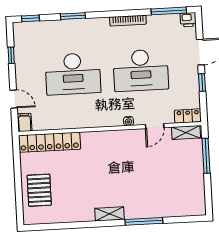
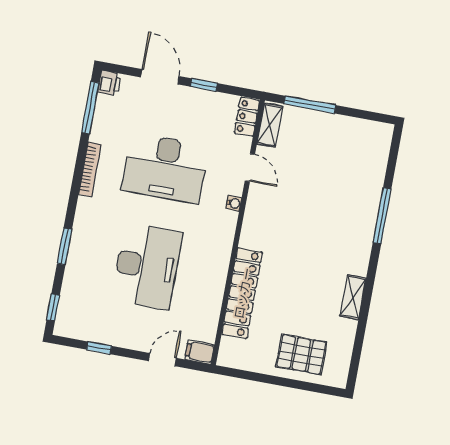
desk: (141, 70) -> (165, 168), turned 90
locker: (49, 142) -> (242, 293), moved
shelving: (109, 214) -> (353, 297), moved

